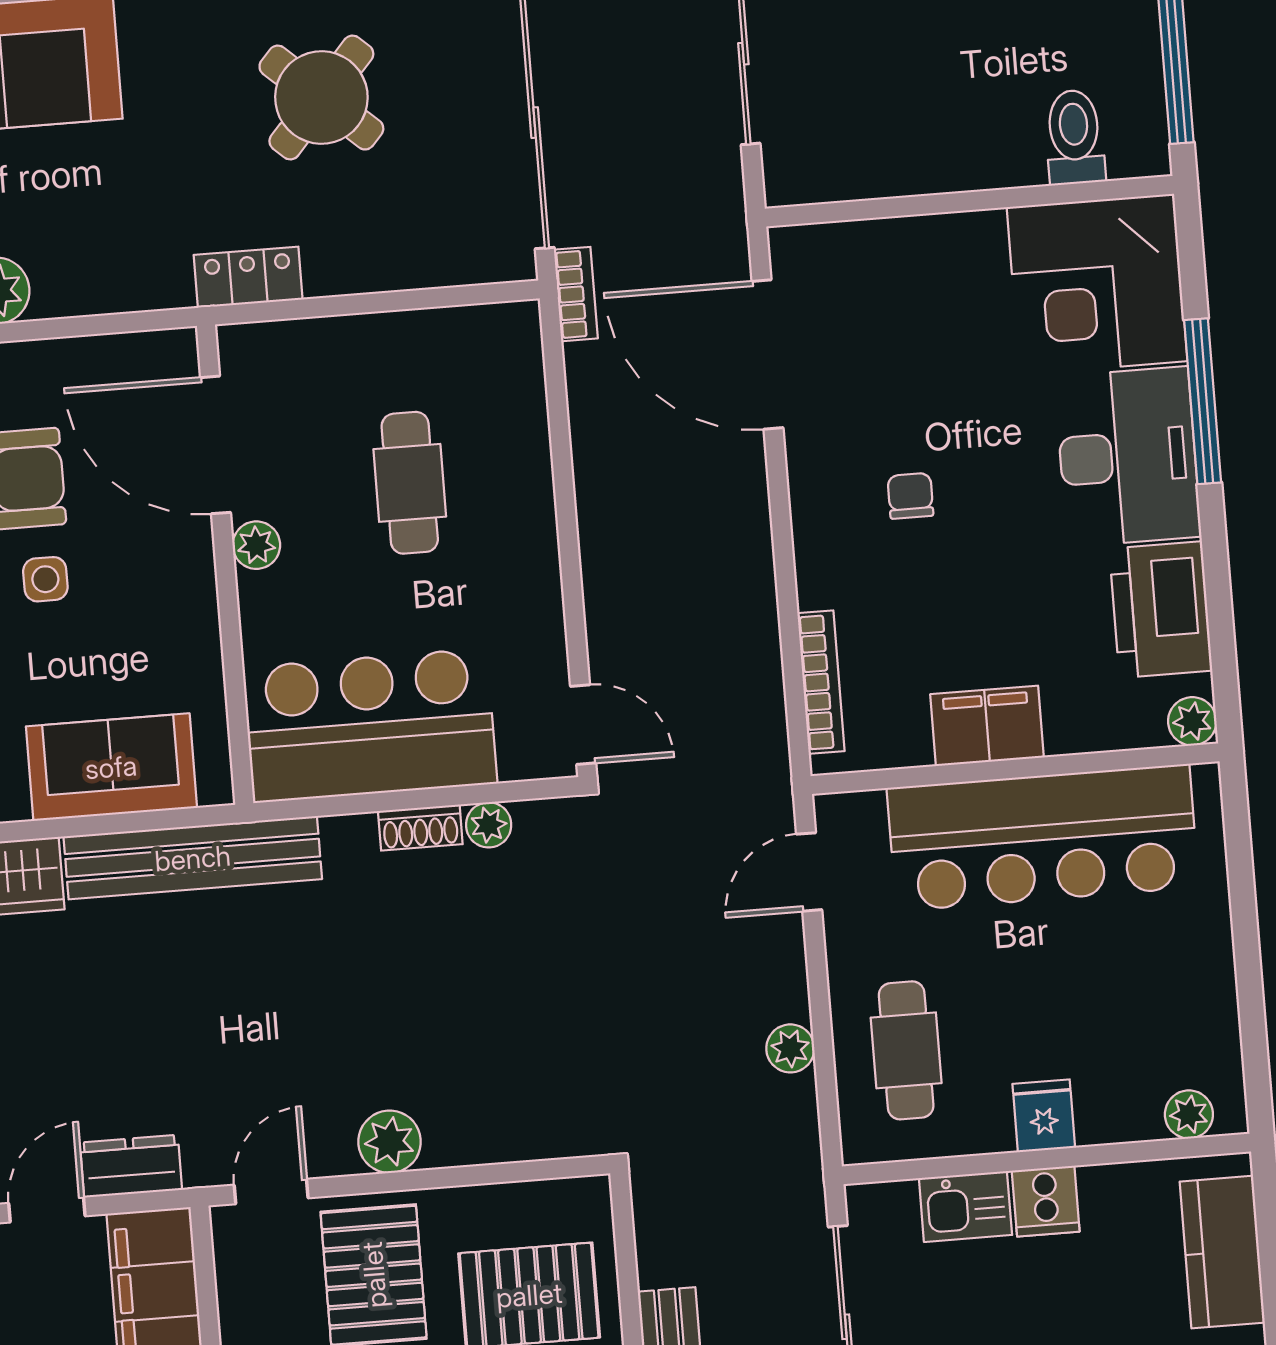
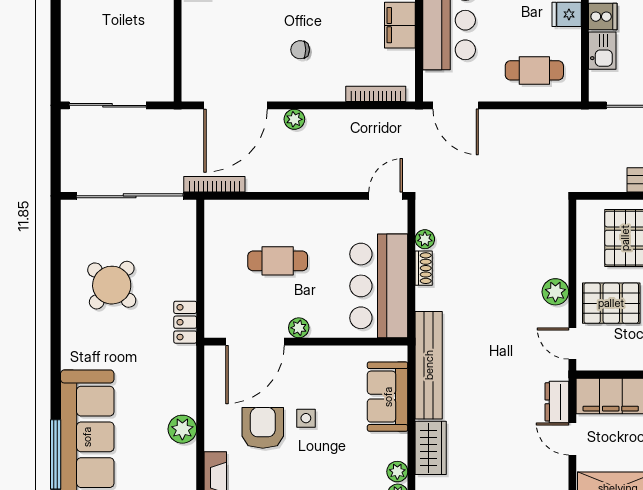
bookcase: (576, 294) -> (214, 184), width x1.56
door: (809, 872) -> (456, 105), width x1.38
plant: (790, 1048) -> (294, 119), moved

